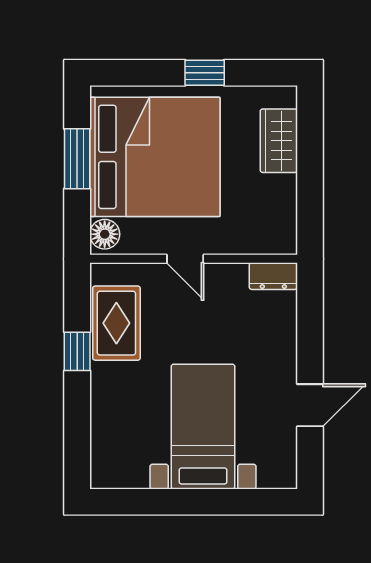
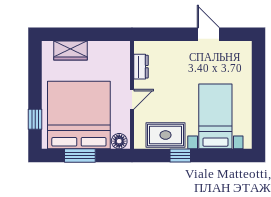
window: (205, 73) -> (35, 119), moved
dresser: (273, 276) -> (141, 67), moved
bed with nightstands: (203, 427) -> (215, 116), moved, turned 90

